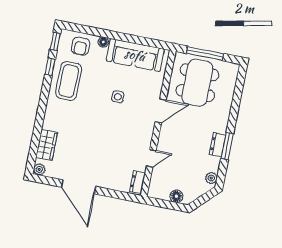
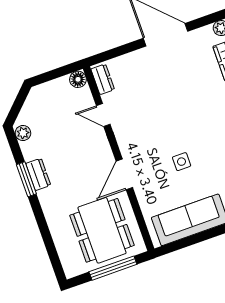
door: (151, 158) -> (103, 115), hinge flipped
floor lamp: (176, 196) -> (78, 79), moved

